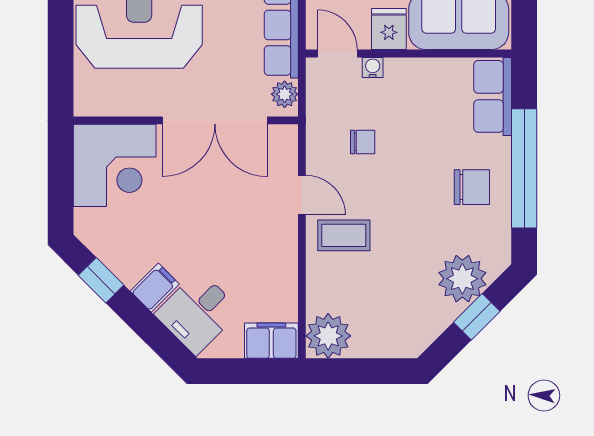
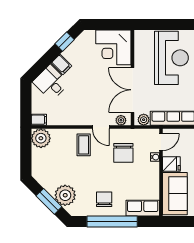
chair: (363, 142) -> (123, 153), width x1.87, depth x1.87
plant: (286, 148) -> (121, 120), added
chair: (472, 187) -> (104, 199), turned 180
door: (302, 195) -> (101, 127), hinge flipped
window: (477, 317) -> (49, 201), width x1.50
filing cabinet: (271, 341) -> (39, 120), width x0.50

